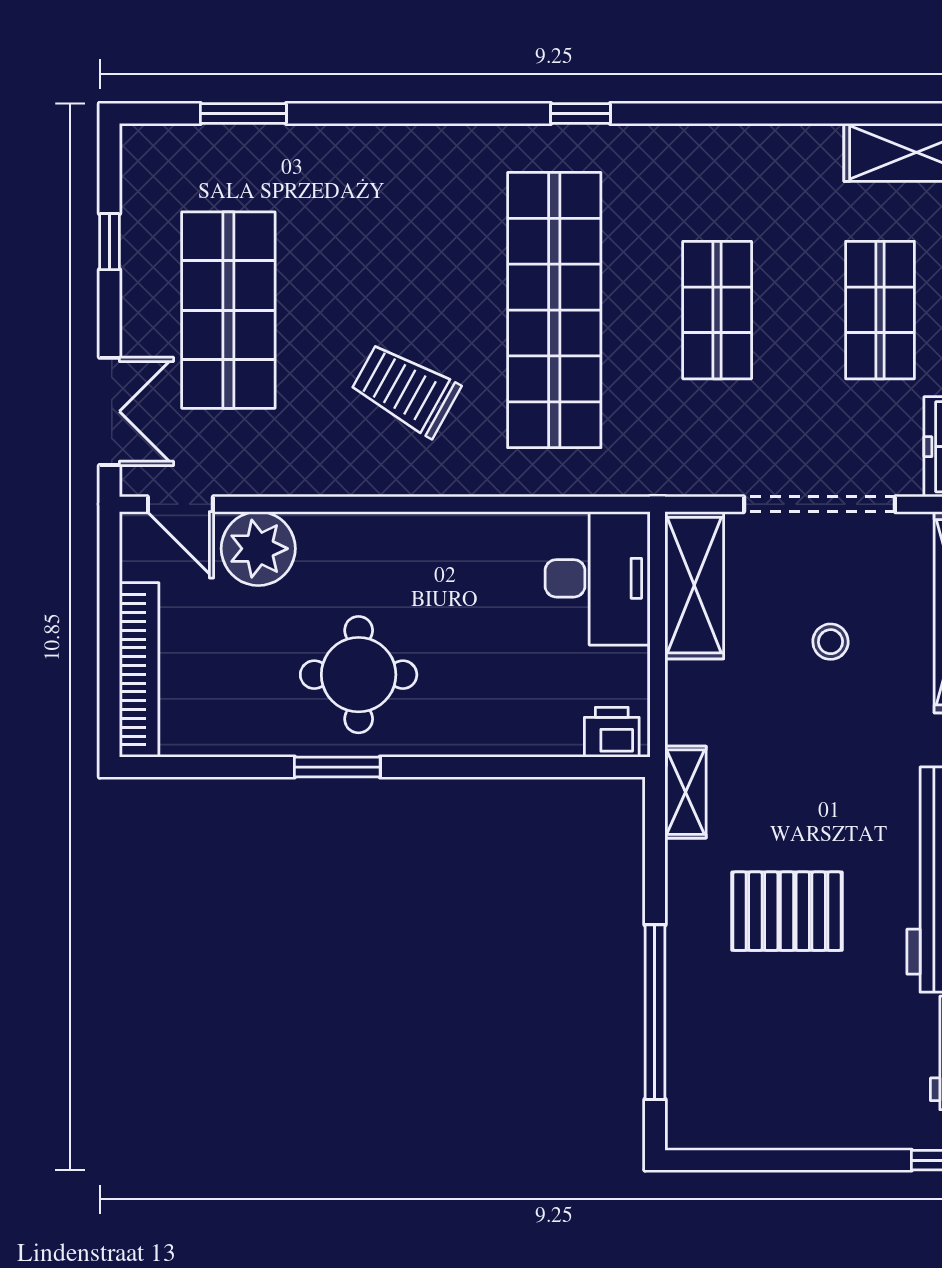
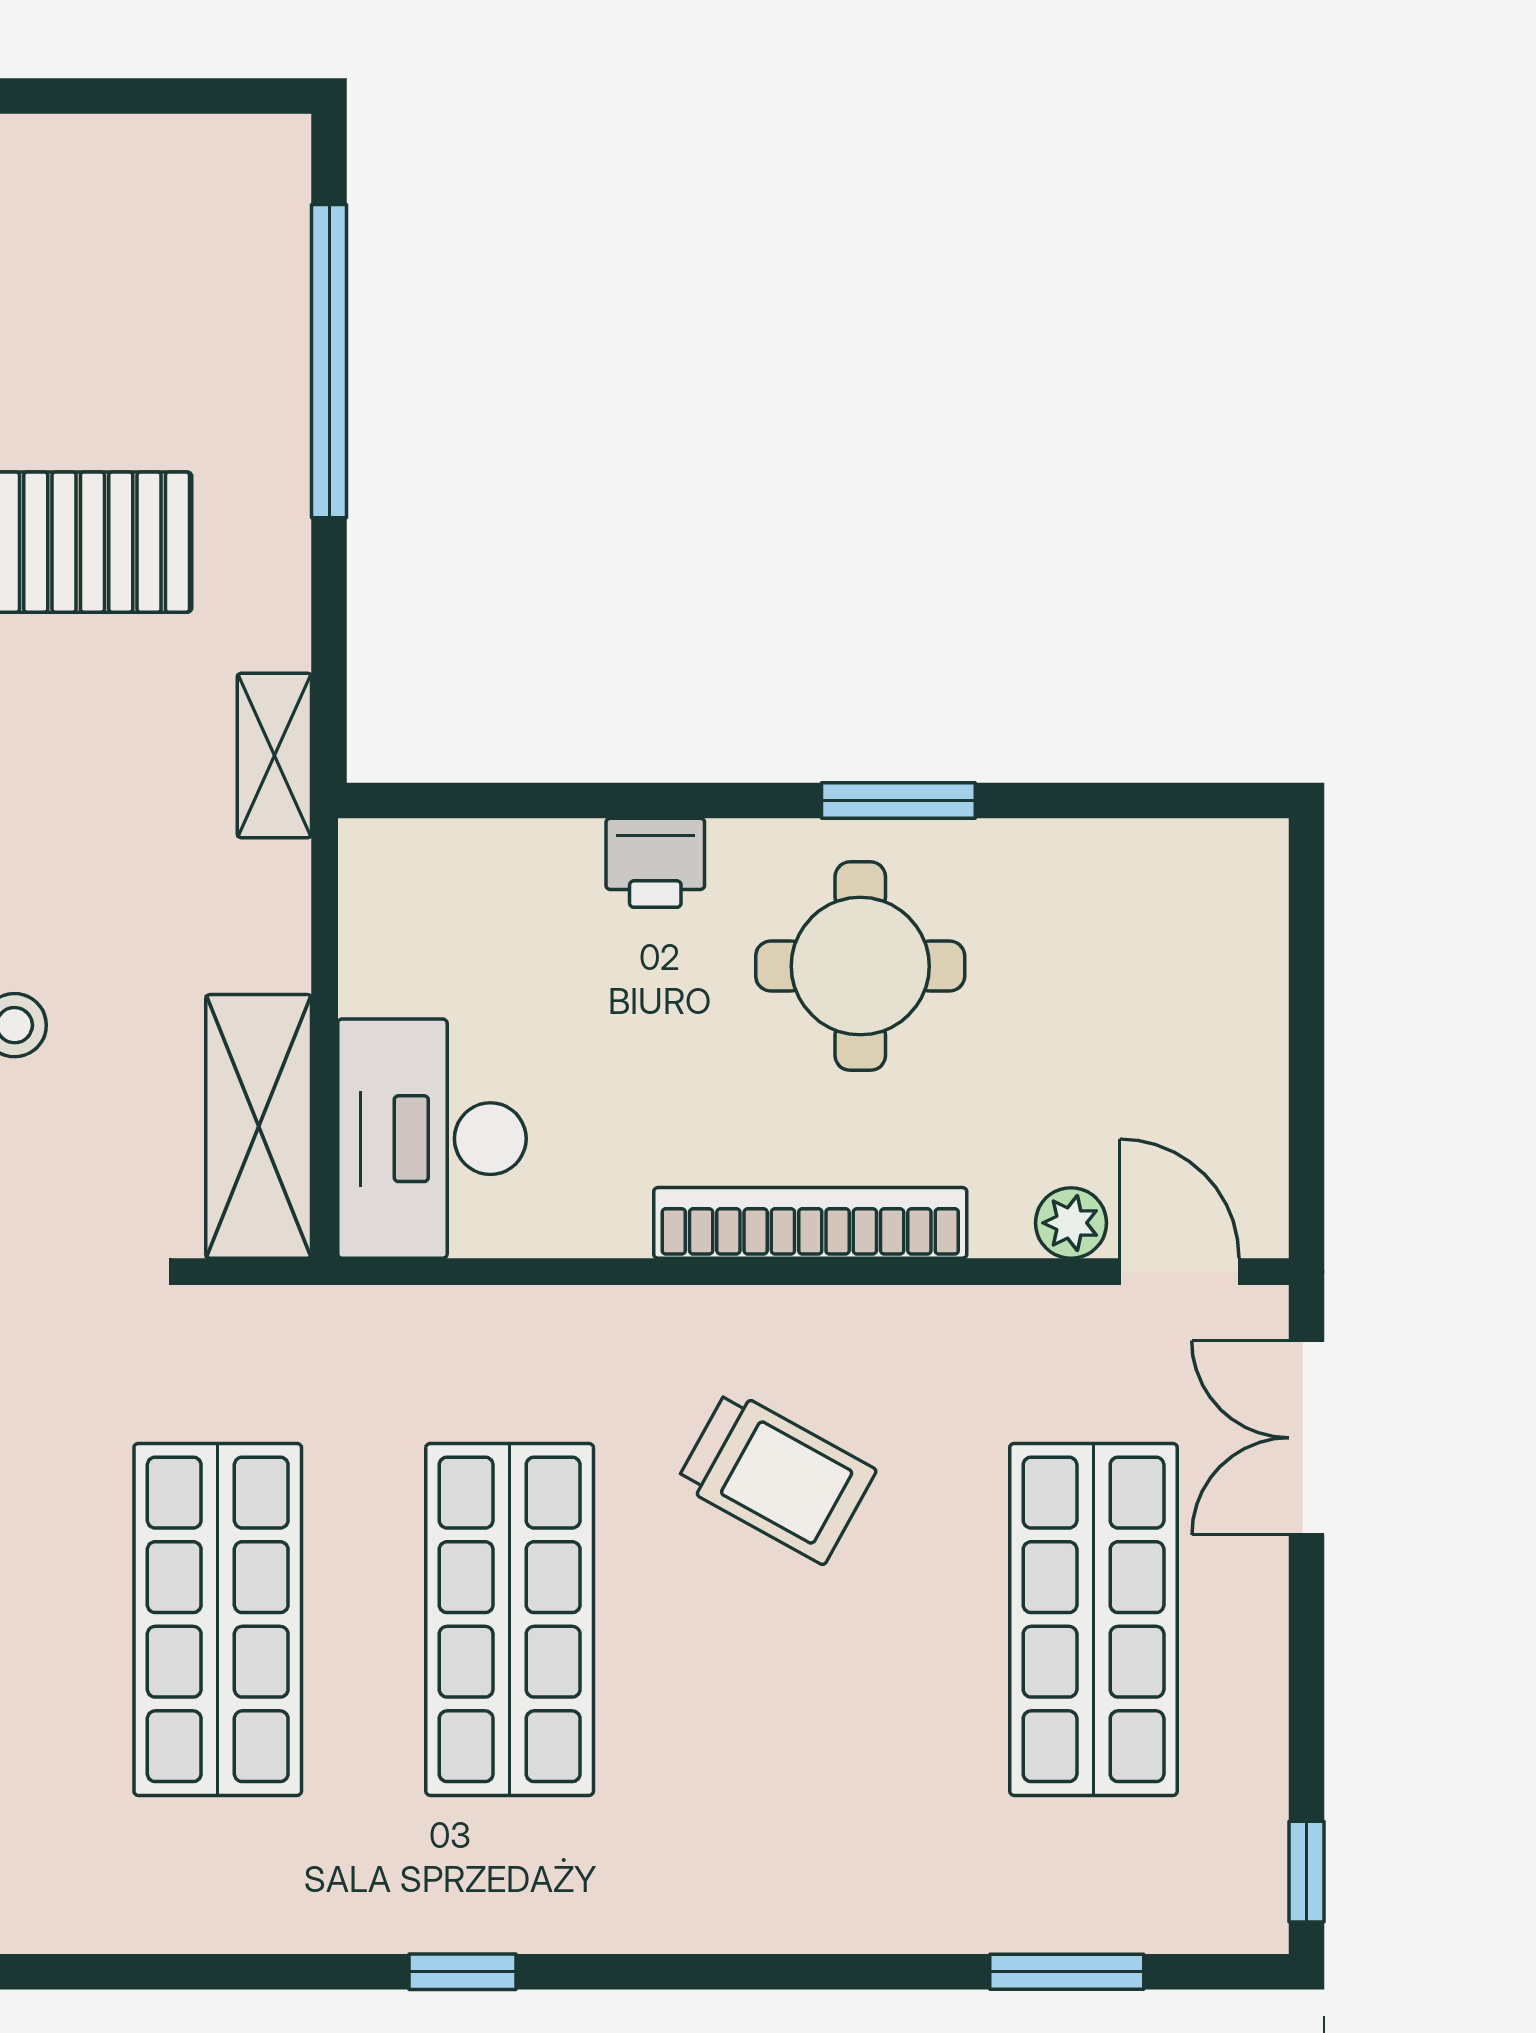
window: (110, 242) -> (1307, 1872), moved
shop shelf: (554, 310) -> (510, 1619), width x0.71
shop shelf: (717, 310) -> (218, 1619), width x1.43, depth x1.36
plant: (258, 549) -> (1071, 1223), width x0.53, depth x0.53
bookcase: (139, 670) -> (810, 1223), moved, turned 90
printer: (612, 732) -> (655, 863), moved

